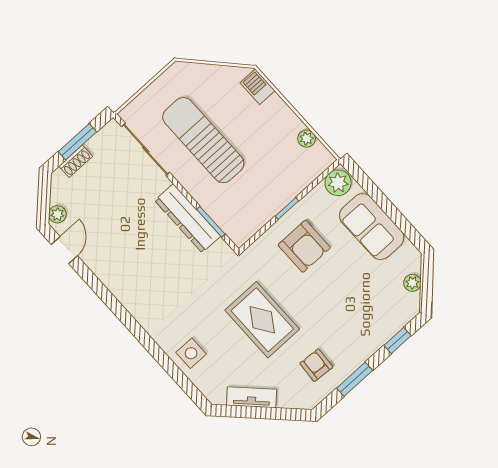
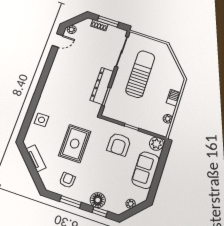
barbecue: (257, 87) -> (173, 98), moved
floor lamp: (376, 333) -> (98, 200), added

